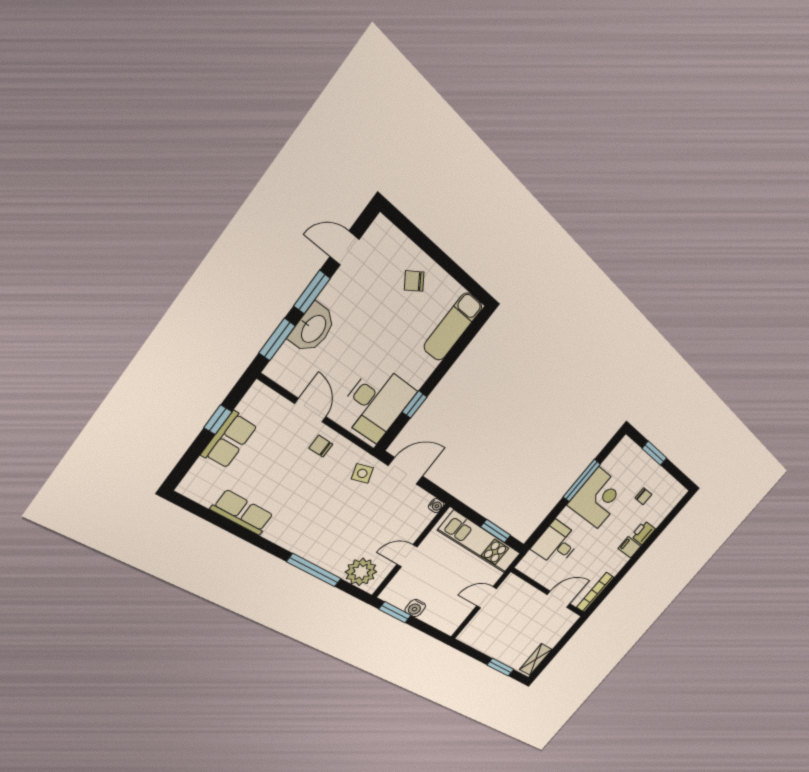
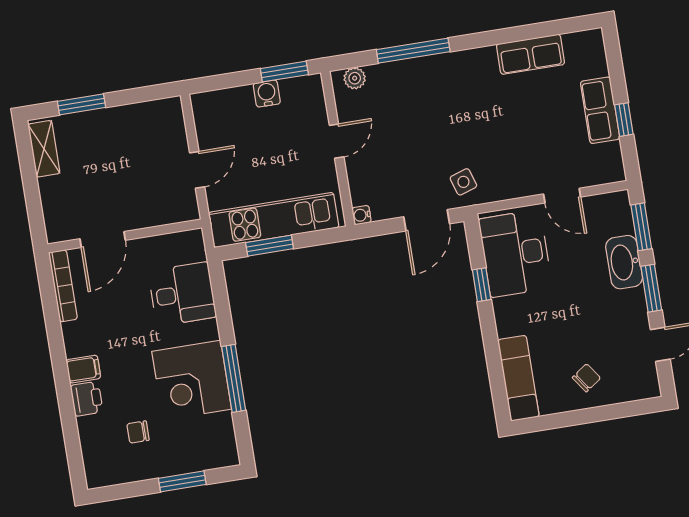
chair: (321, 446) -> (523, 173), removed
plant: (361, 572) -> (355, 78), width x0.53, depth x0.53

